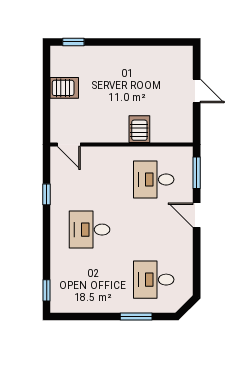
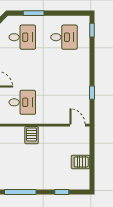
window: (73, 42) -> (62, 192), moved
window: (157, 42) -> (20, 192), added
desk: (90, 230) -> (64, 37), moved

